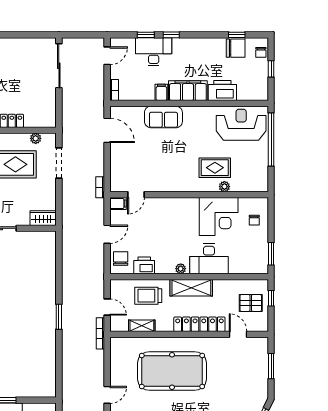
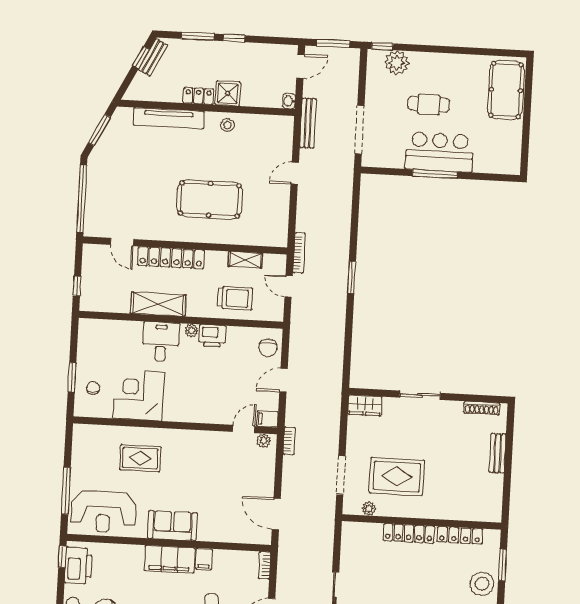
window: (271, 69) -> (62, 557), moved
printer: (222, 91) -> (78, 566), moved, turned -90
sofa: (163, 117) -> (172, 526), moved
window: (271, 140) -> (66, 491), width x0.68
plant: (224, 187) -> (264, 441), moved
window: (271, 254) -> (72, 377), moved
desk: (209, 259) -> (161, 342), width x0.73
printer: (144, 265) -> (212, 336), moved
shelving: (191, 288) -> (158, 304), moved
pallet: (251, 303) -> (103, 282), removed
window: (271, 366) -> (82, 199), width x2.11
pool table: (172, 371) -> (210, 199), width x0.73, depth x0.76

